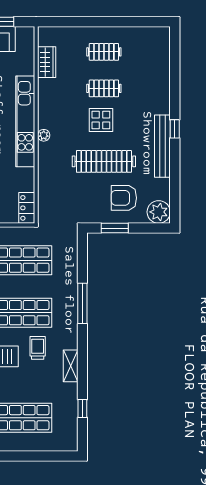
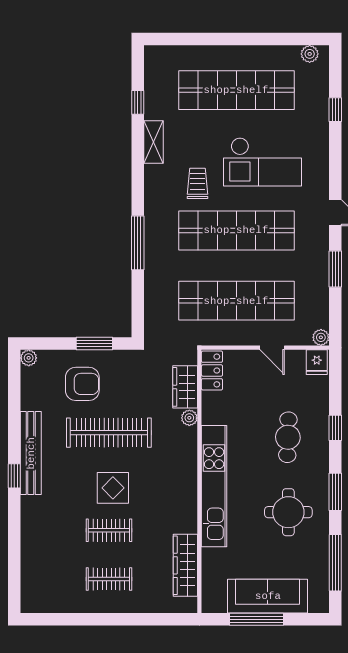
wardrobe: (47, 62) -> (185, 565), width x1.50
plant: (44, 135) -> (189, 418), moved
wardrobe: (47, 196) -> (185, 387), added
plant: (159, 212) -> (29, 358), width x0.53, depth x0.53
trolley: (38, 348) -> (198, 183), turned 180
shelving: (71, 366) -> (153, 142), moved

